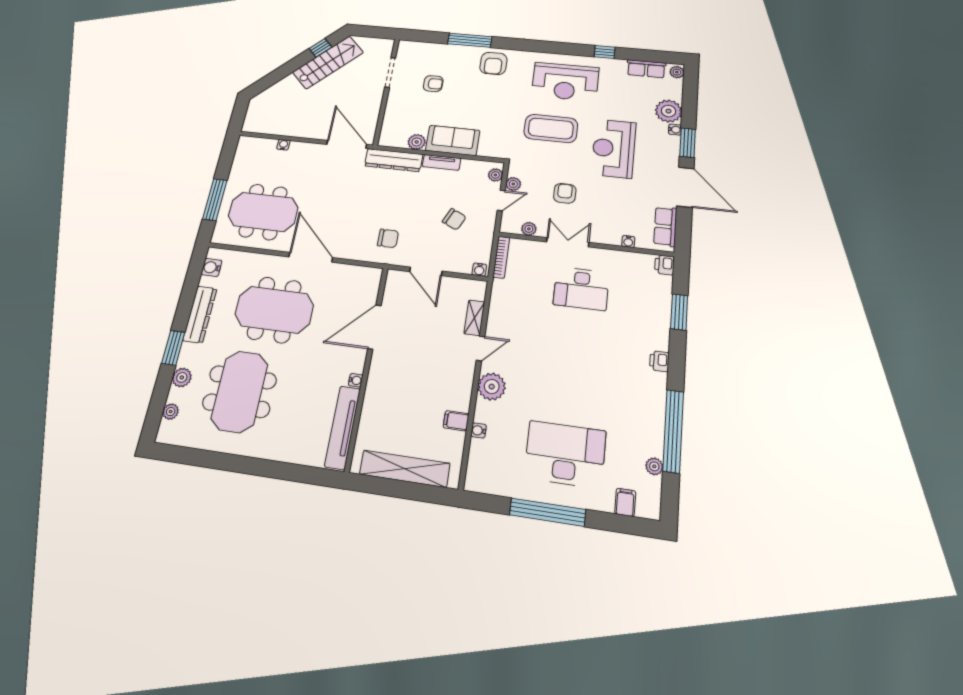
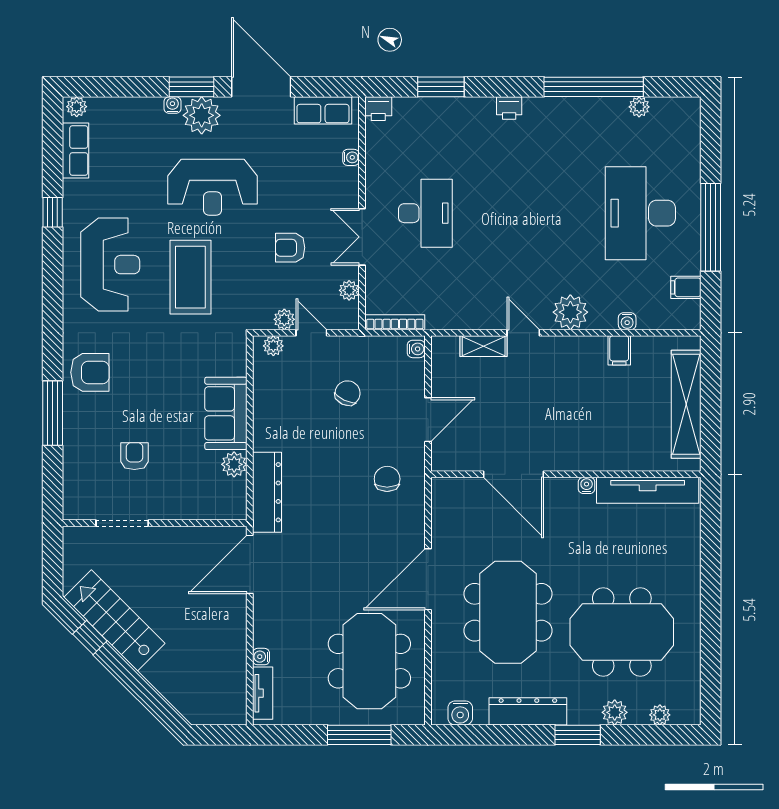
plant: (669, 111) -> (202, 115), moved
tv unit: (441, 162) -> (263, 693), moved
door: (685, 187) -> (261, 87), hinge flipped
filing cabinet: (625, 502) -> (686, 287), moved

